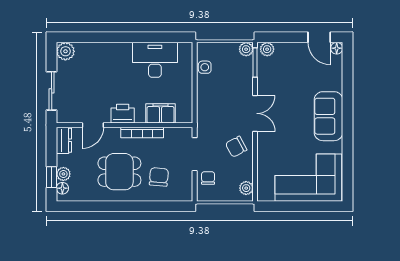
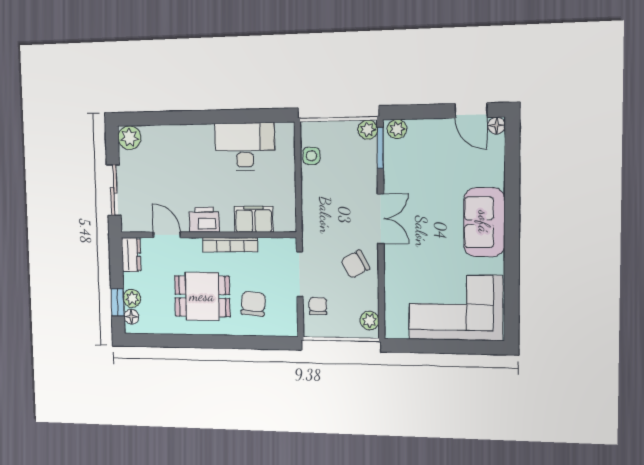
door: (93, 125) -> (167, 235), swing flipped

